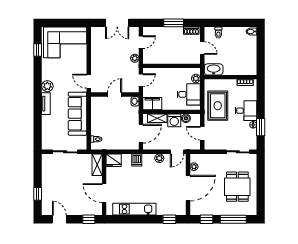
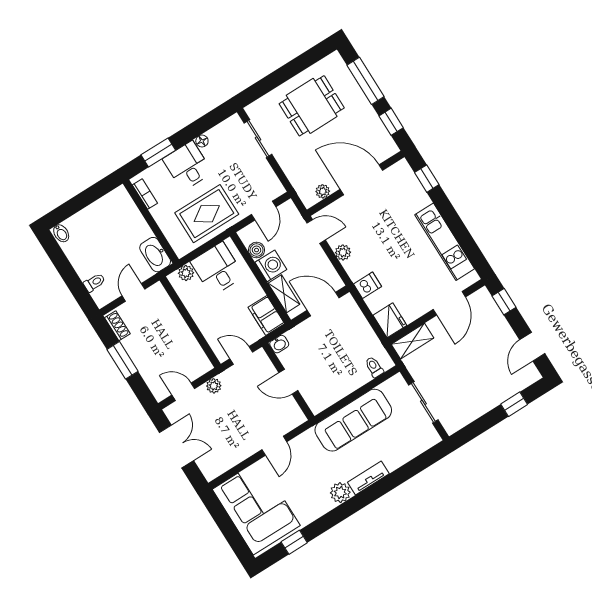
door: (89, 81) -> (274, 446), moved
window: (261, 127) -> (158, 153), moved

